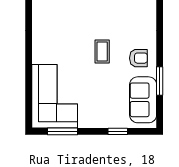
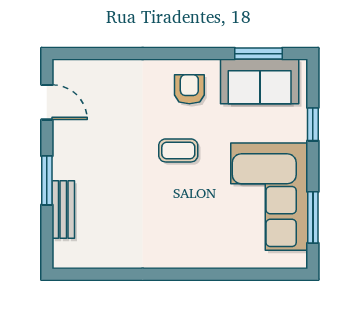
window: (160, 81) -> (259, 54), moved
corner sofa: (55, 96) -> (269, 197), moved, turned -90

